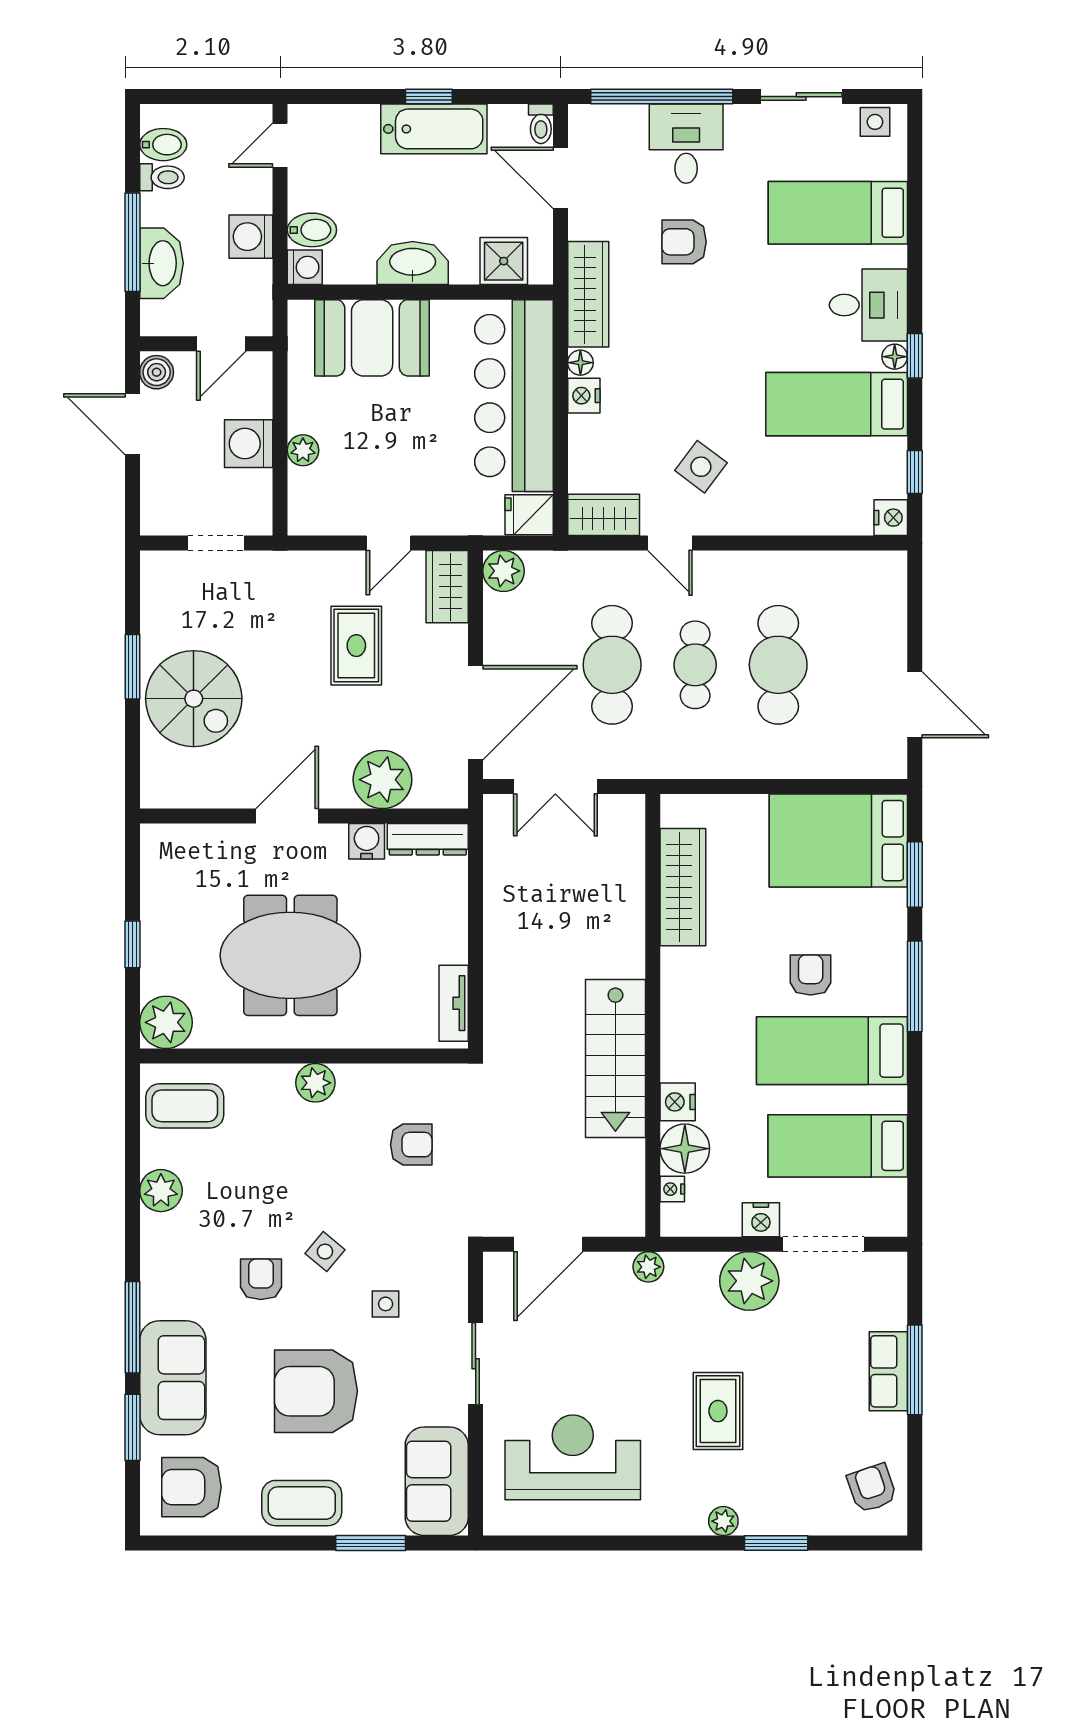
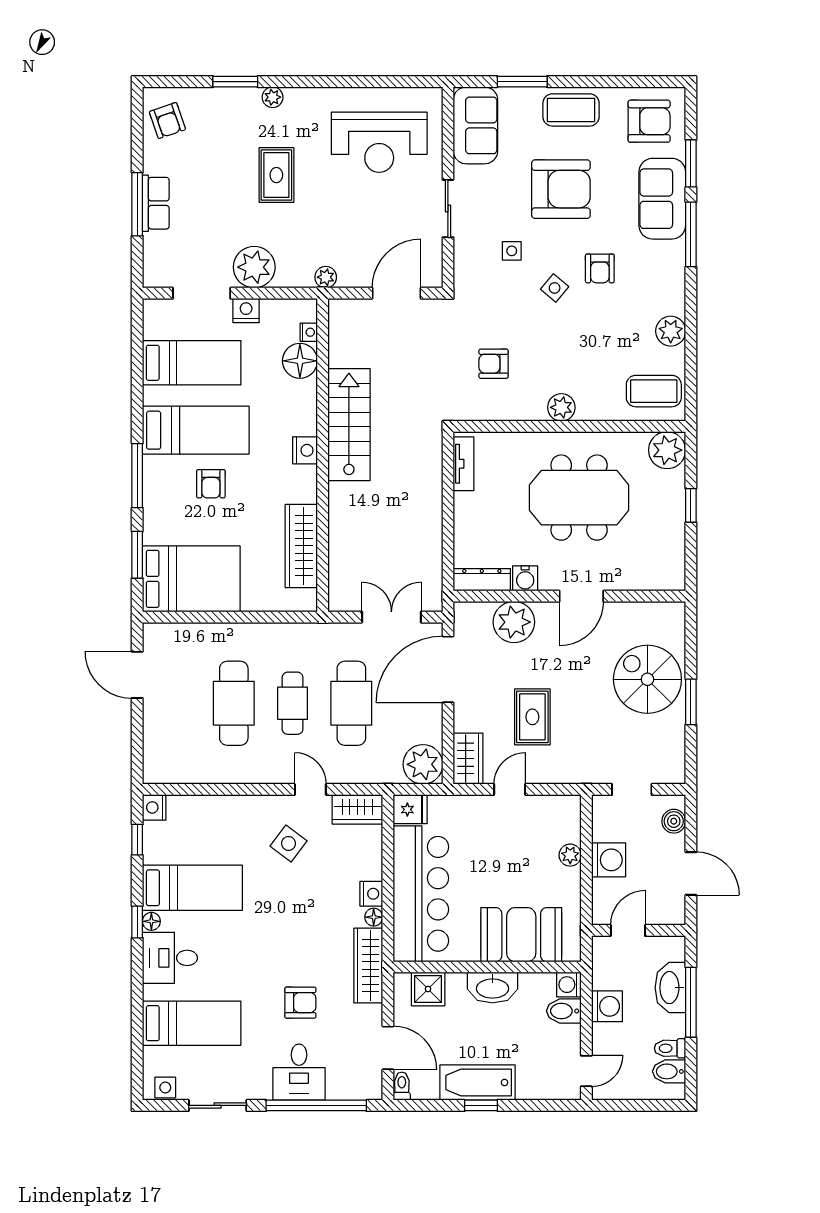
boiler: (157, 372) -> (674, 821), moved
plant: (503, 571) -> (423, 764), width x1.36, depth x1.36
nightstand: (678, 1102) -> (305, 450), moved

